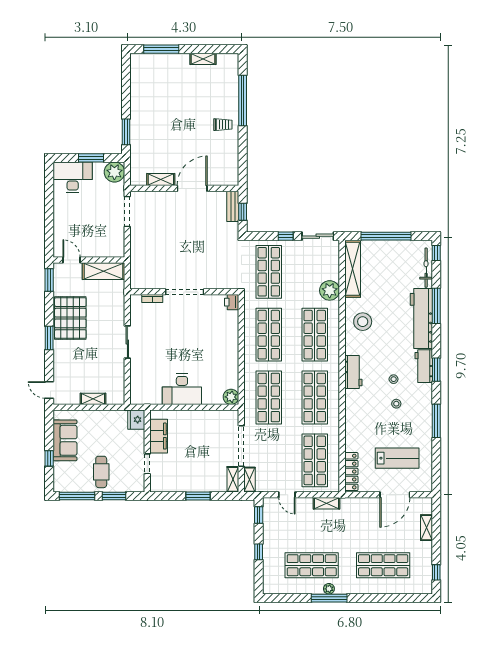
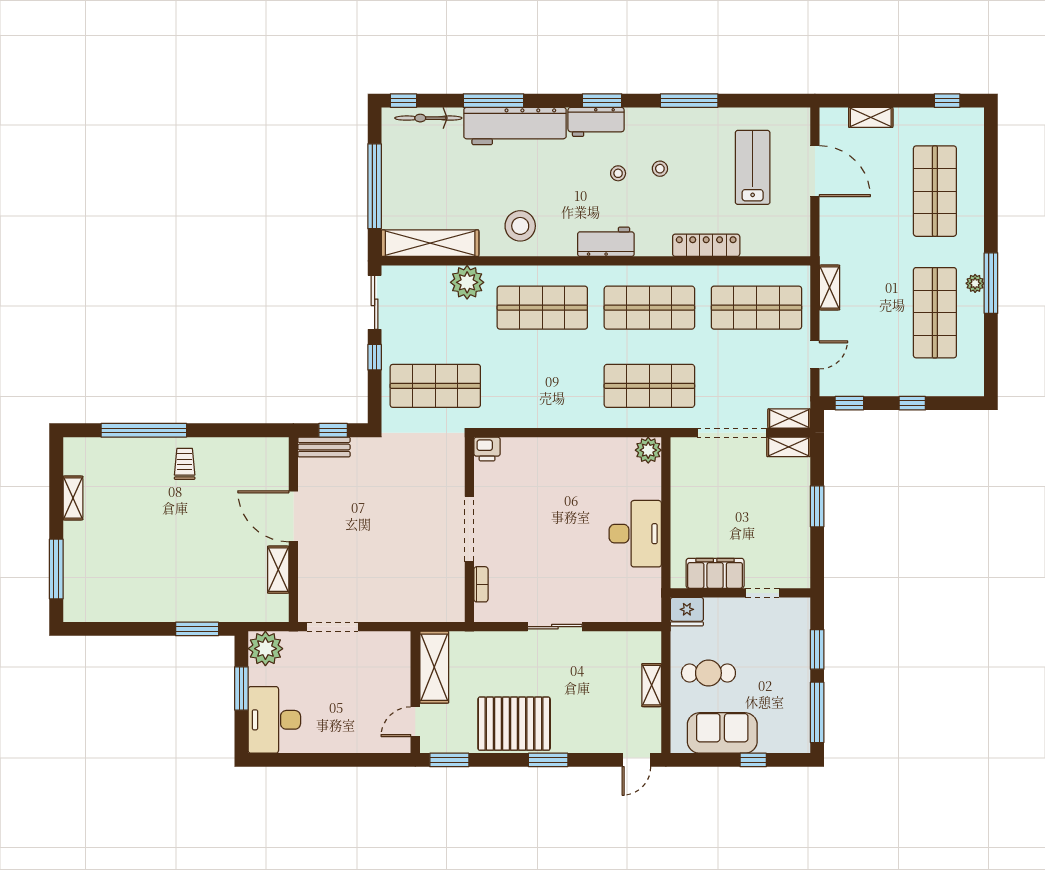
shop shelf: (269, 335) -> (542, 386), removed
cafe table: (101, 472) -> (708, 673), moved
locker: (351, 472) -> (706, 245), moved

